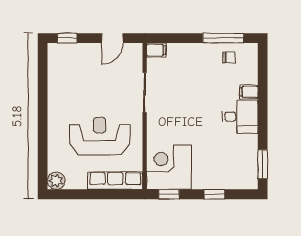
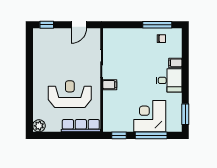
filing cabinet: (156, 50) -> (110, 85), moved
corner desk: (169, 167) -> (150, 116), moved
window: (215, 194) -> (151, 135), width x2.17

